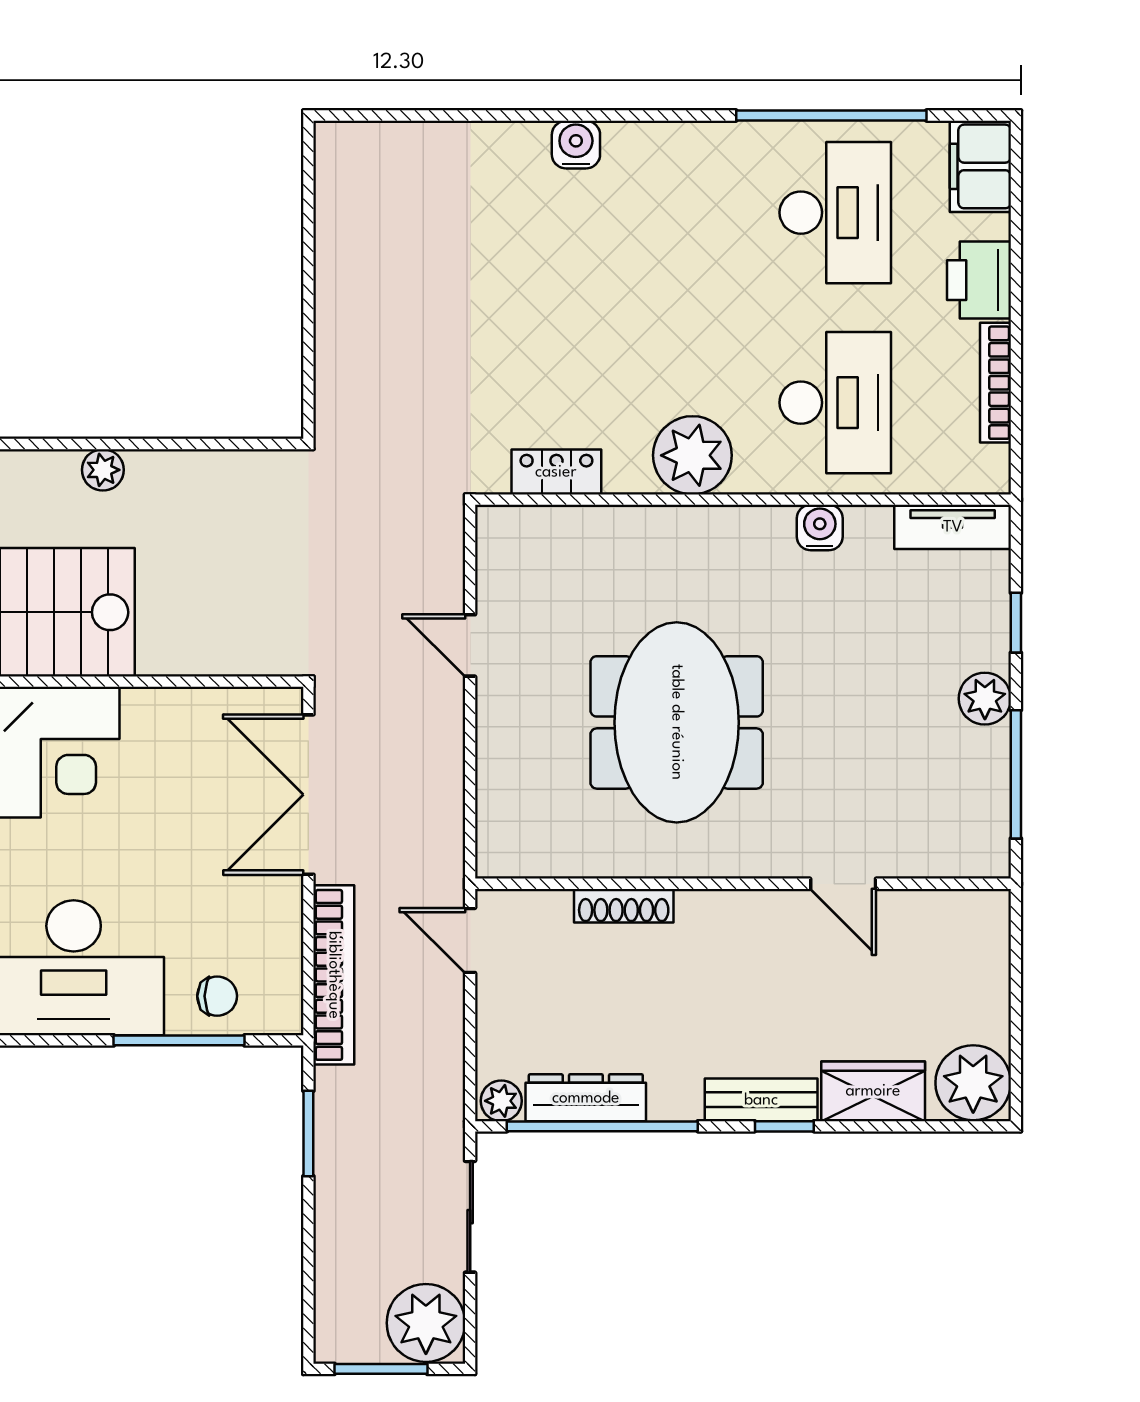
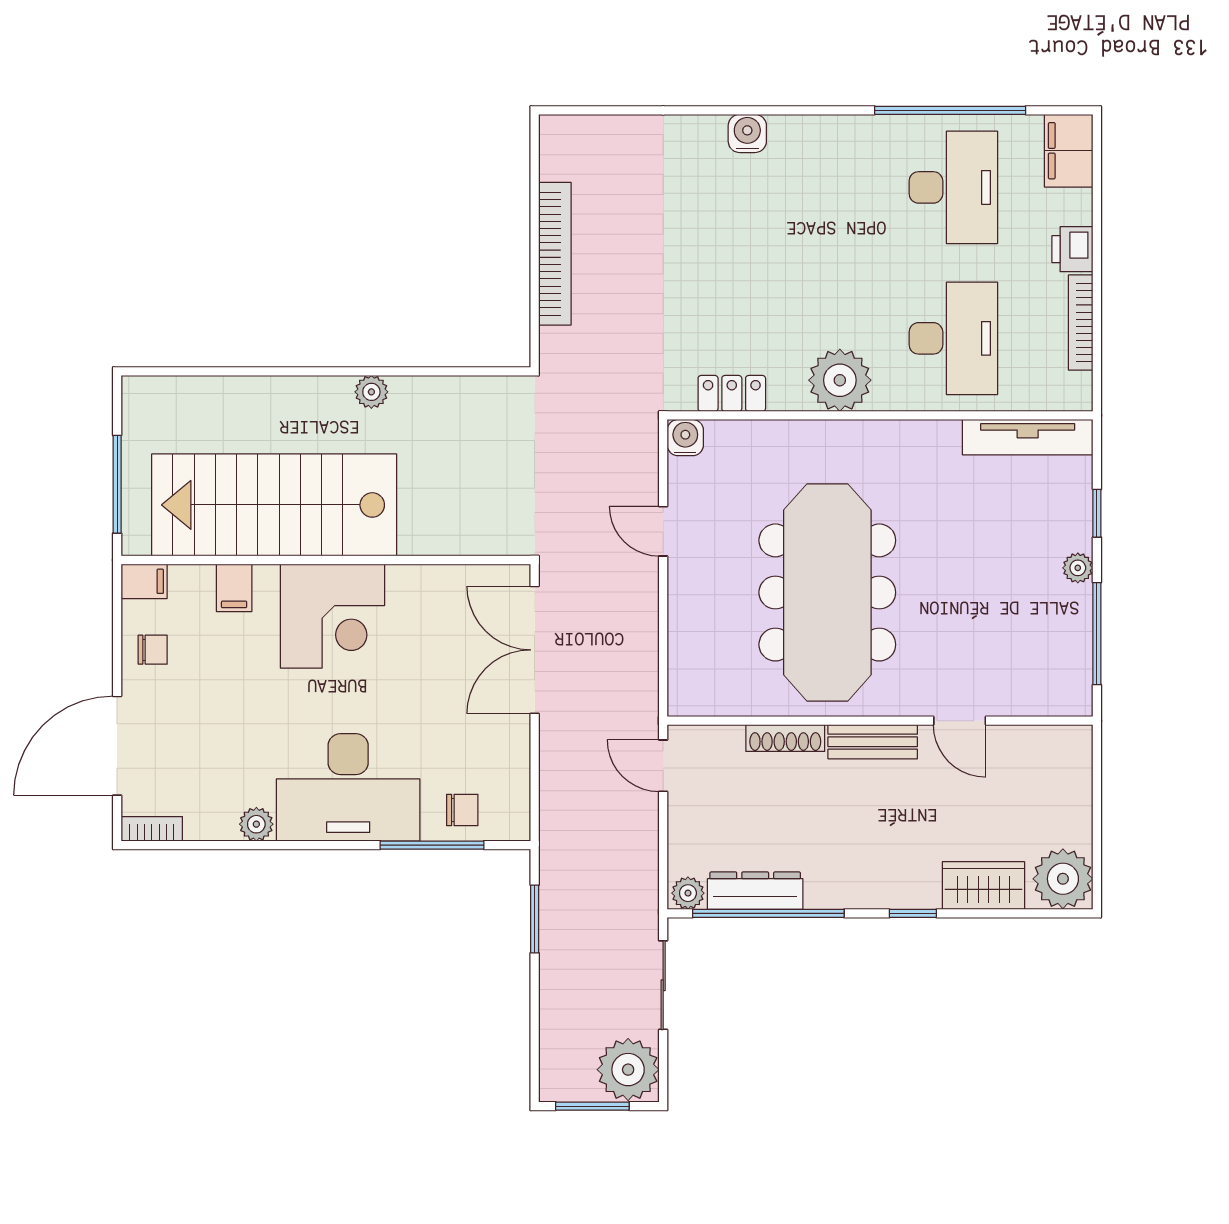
printer: (979, 280) -> (1072, 249), width x0.73, depth x0.81
water cooler: (820, 527) -> (685, 438), moved
tv unit: (953, 527) -> (1028, 437), width x1.41
plant: (985, 699) -> (1078, 568), width x0.73, depth x0.73
meeting table: (677, 722) -> (827, 592), width x1.36
bookcase: (334, 975) -> (555, 254), moved
bench: (761, 1100) -> (873, 742), moved

